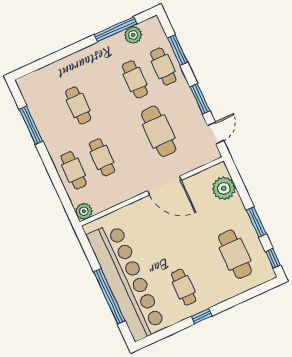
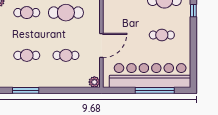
cafe table: (74, 170) -> (66, 77), removed
door: (164, 186) -> (101, 46), moved
cafe table: (184, 287) -> (162, 35), moved
window: (202, 316) -> (193, 11), moved

